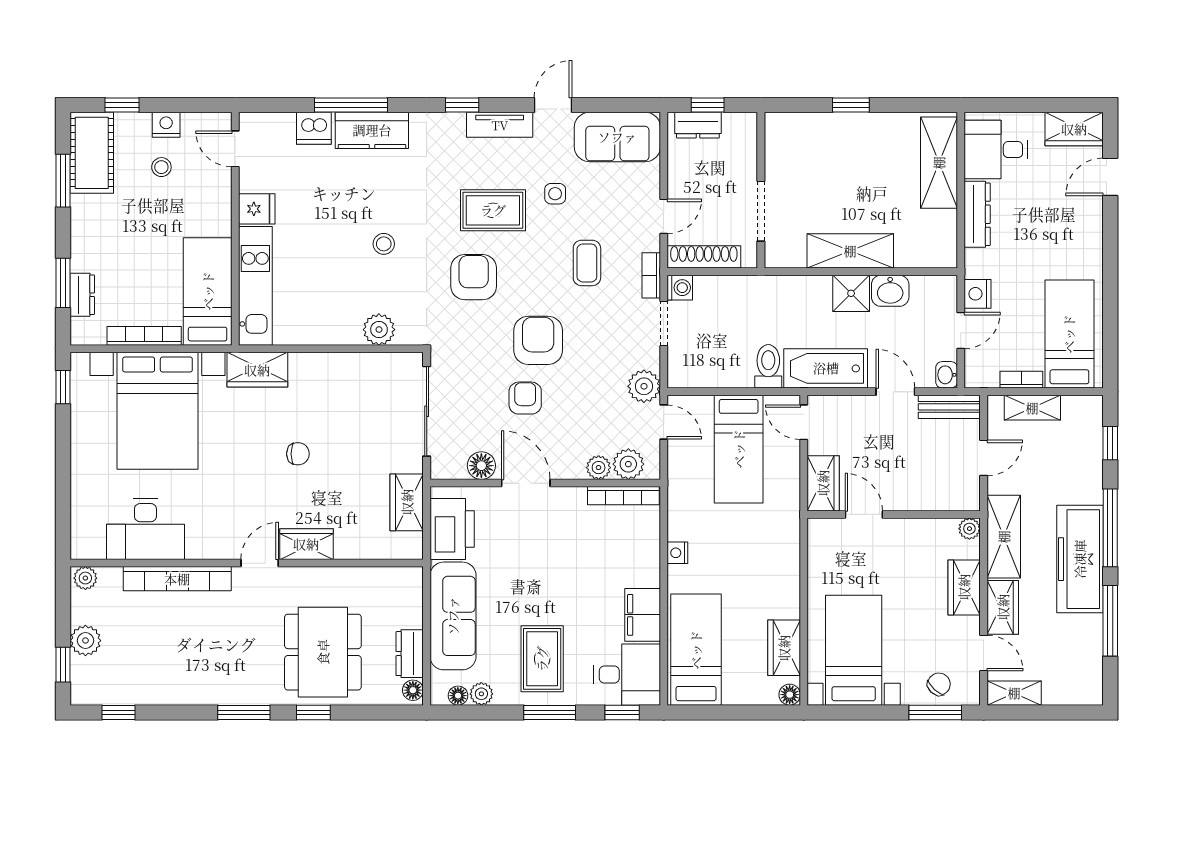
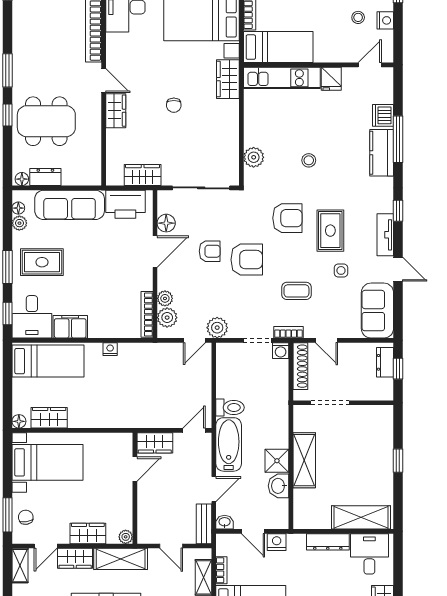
bed: (739, 449) -> (177, 388), removed
chair: (939, 684) -> (26, 517), turned -142

